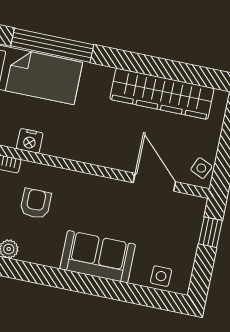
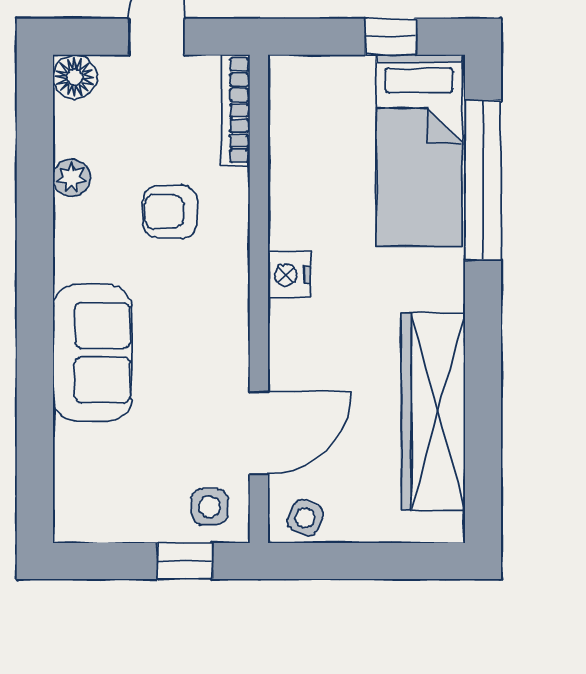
nightstand: (30, 141) -> (289, 275), moved
armchair: (36, 204) -> (170, 212), turned 180
side table: (161, 276) -> (210, 507), moved

